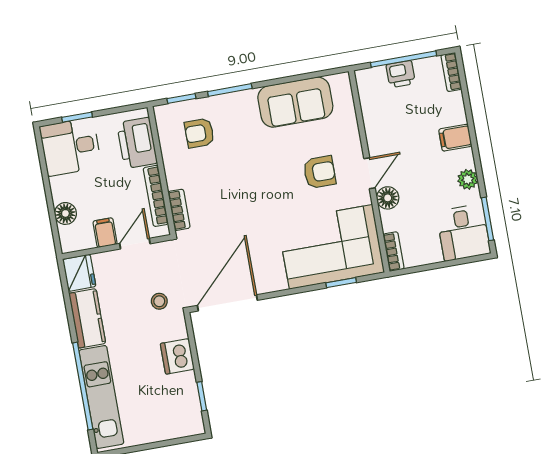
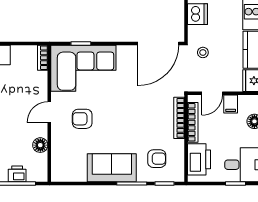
sofa: (295, 102) -> (112, 168), moved
floor lamp: (388, 198) -> (40, 145), moved
bookcase: (179, 210) -> (179, 118), width x1.56

